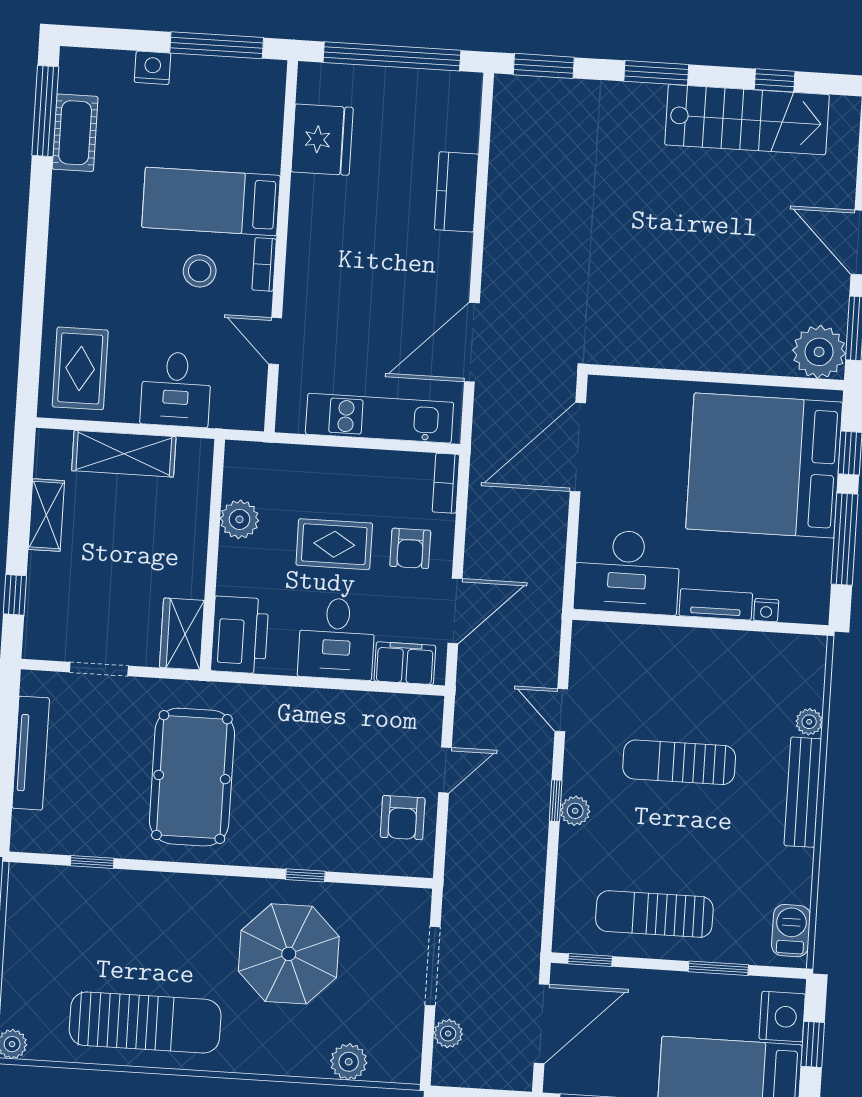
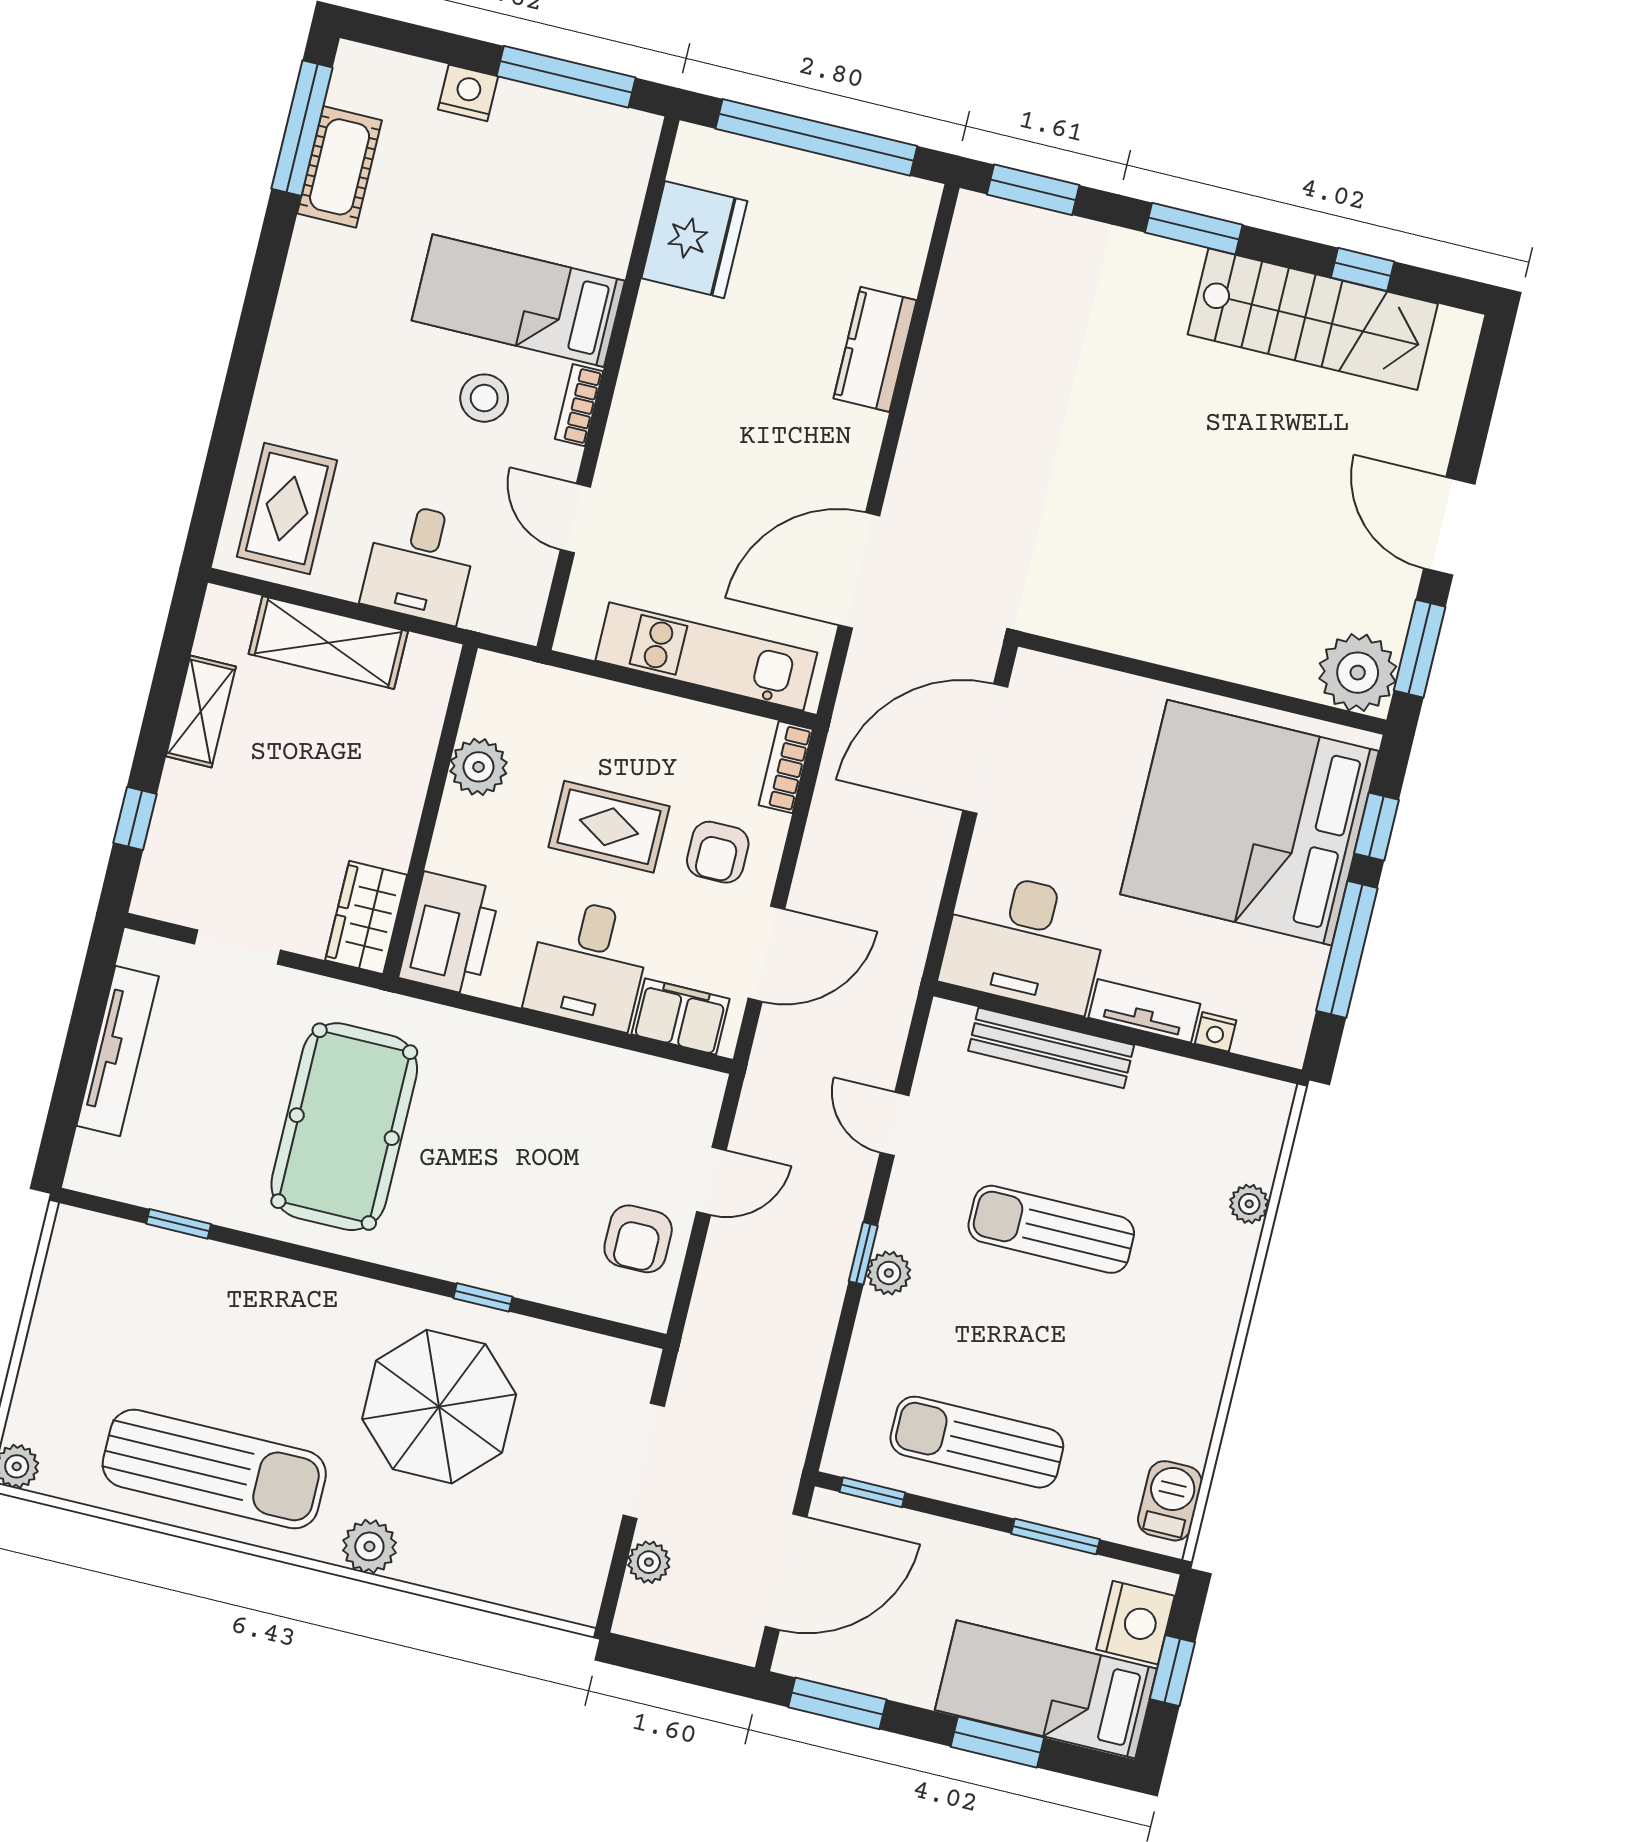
bench: (803, 792) -> (1051, 1048), moved, turned 90
plant: (349, 1062) -> (369, 1546), moved

